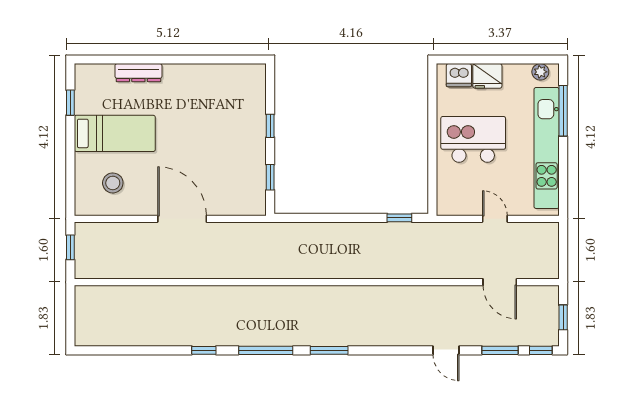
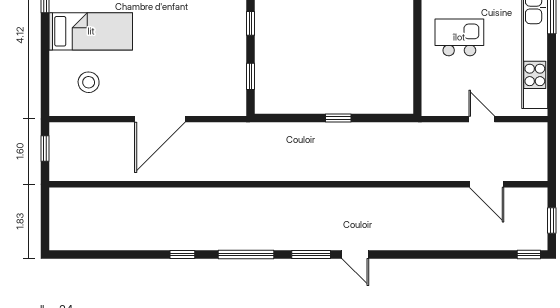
kitchen island: (473, 139) -> (459, 37), width x0.73, depth x0.78
window: (399, 218) -> (338, 118), moved
door: (182, 219) -> (160, 119), swing flipped
door: (446, 350) -> (355, 254), moved
window: (500, 350) -> (487, 254), removed

